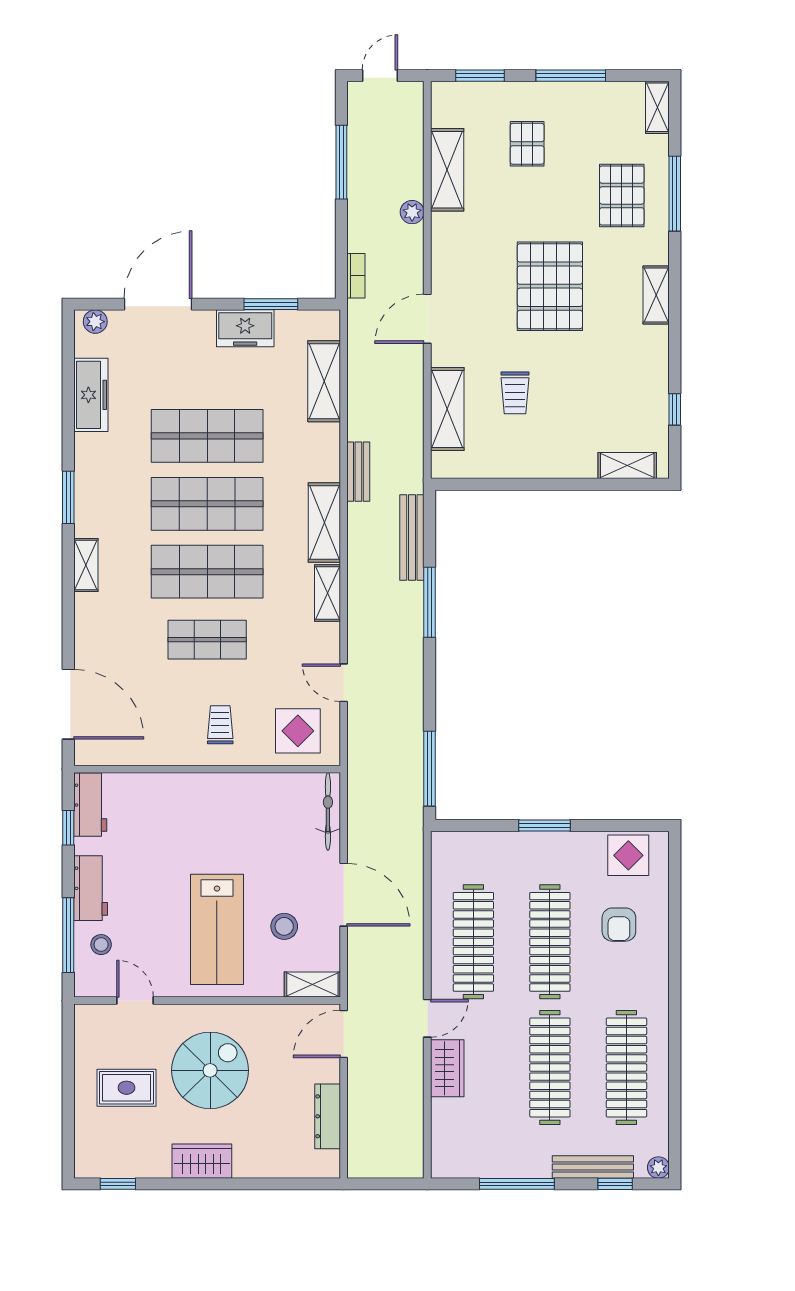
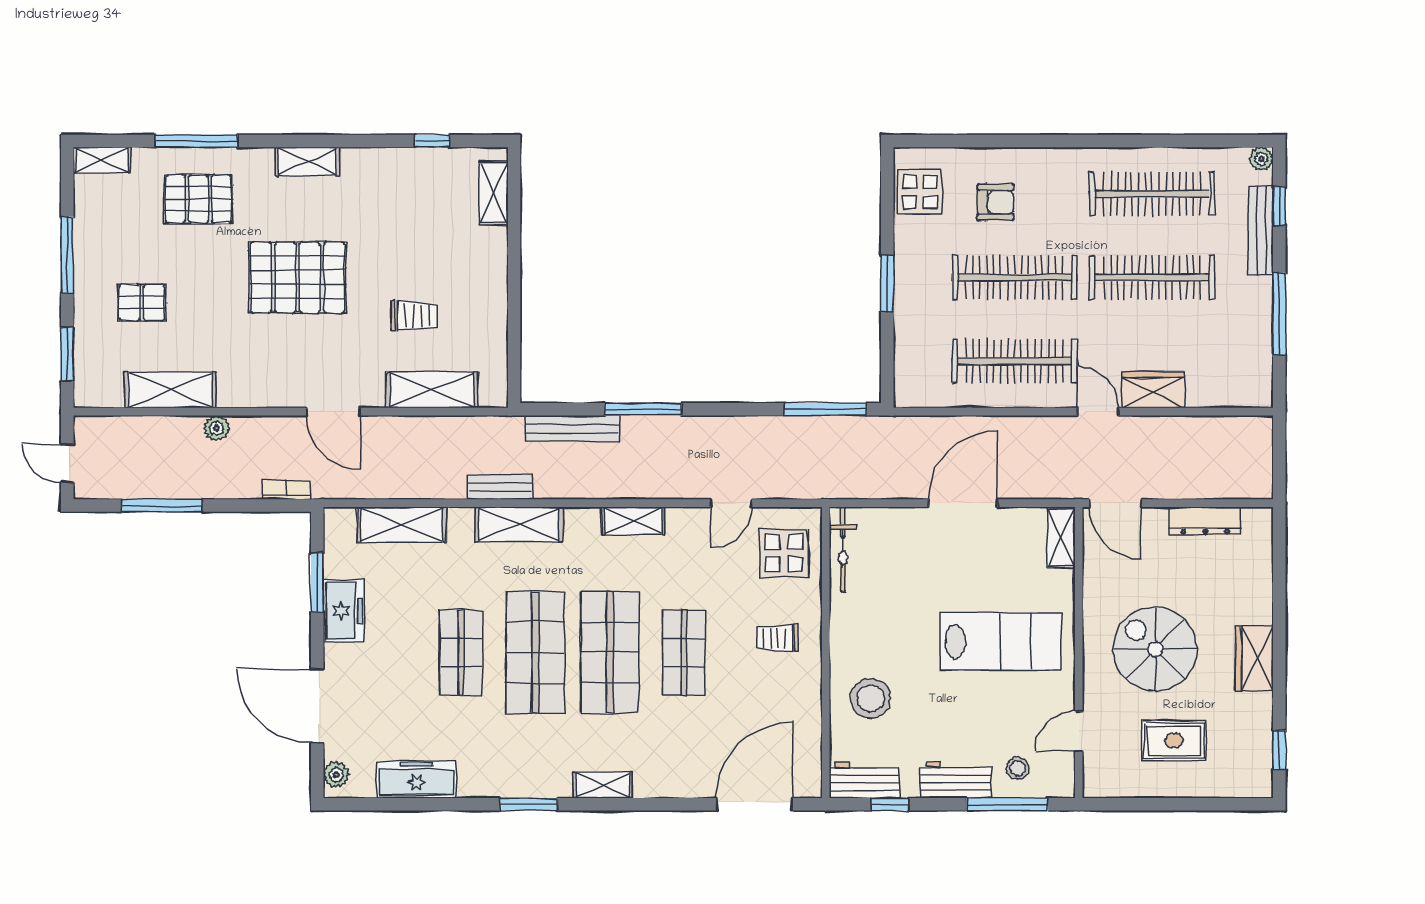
shop shelf: (207, 436) -> (461, 652), width x0.70, depth x0.74
shelving: (324, 522) -> (519, 524), moved
bicycle: (328, 811) -> (843, 549), moved, turned -90
stool: (284, 926) -> (870, 698), moved, width x1.38, depth x1.38
rug: (127, 1088) -> (1174, 741), turned 90

